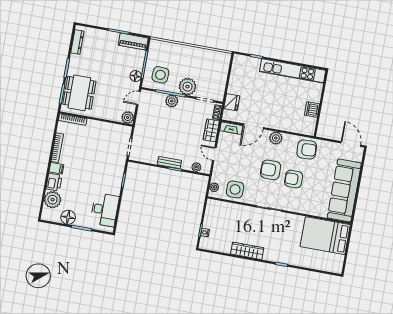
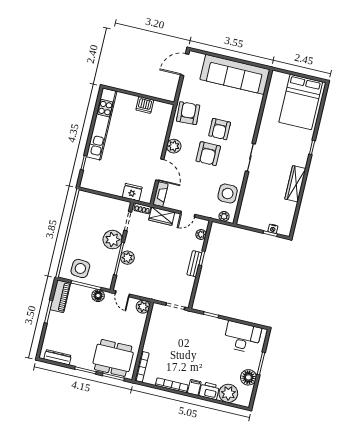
side table: (160, 75) -> (80, 268), moved
bed: (325, 236) -> (301, 102), moved

